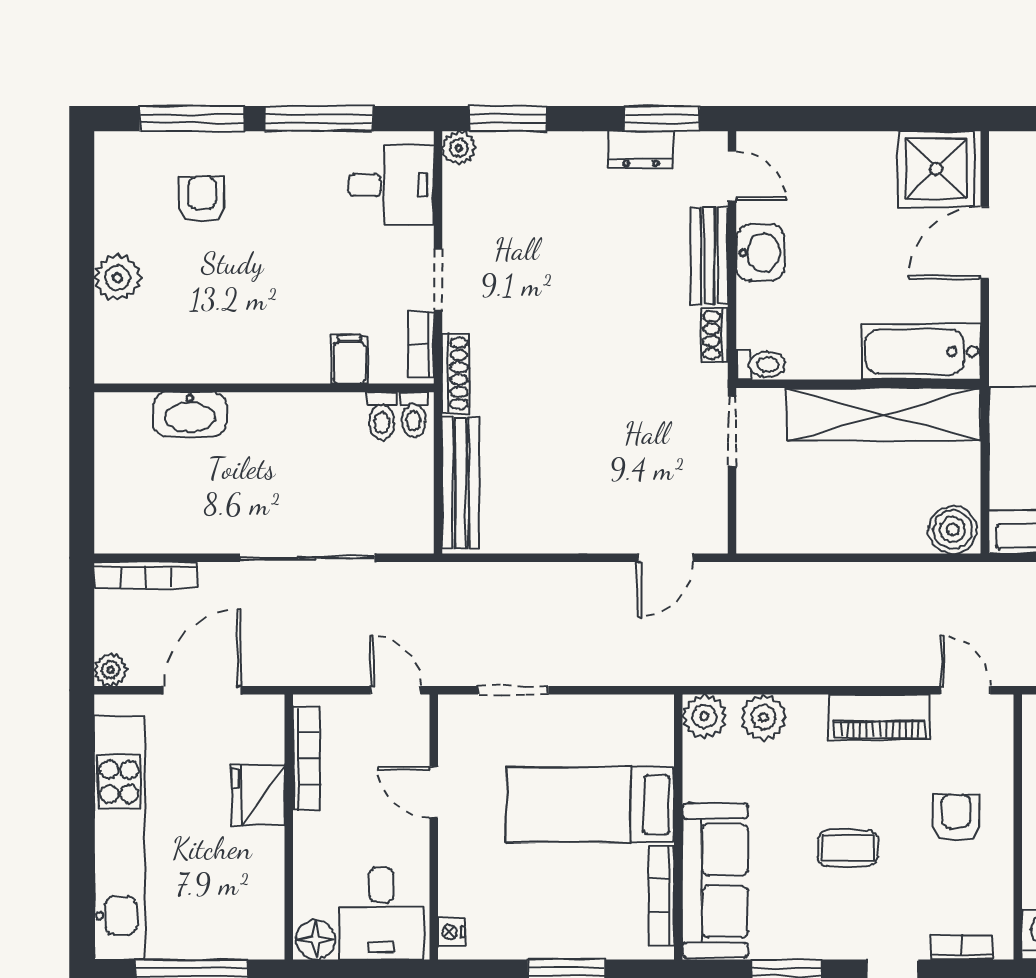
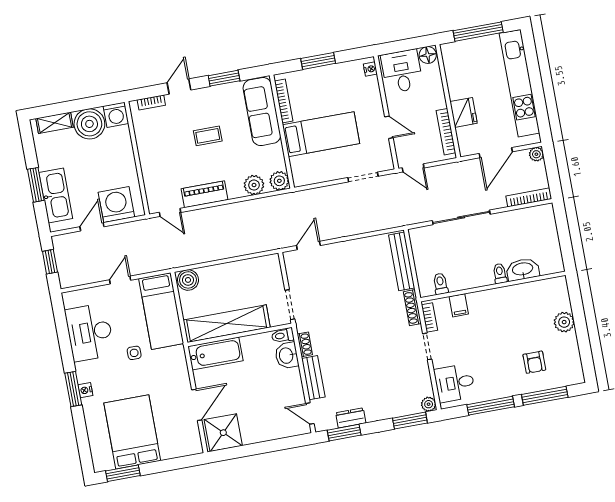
washbasin: (760, 253) -> (287, 355), moved
toilet: (414, 414) -> (500, 274), moved
armchair: (956, 818) -> (164, 157), removed

